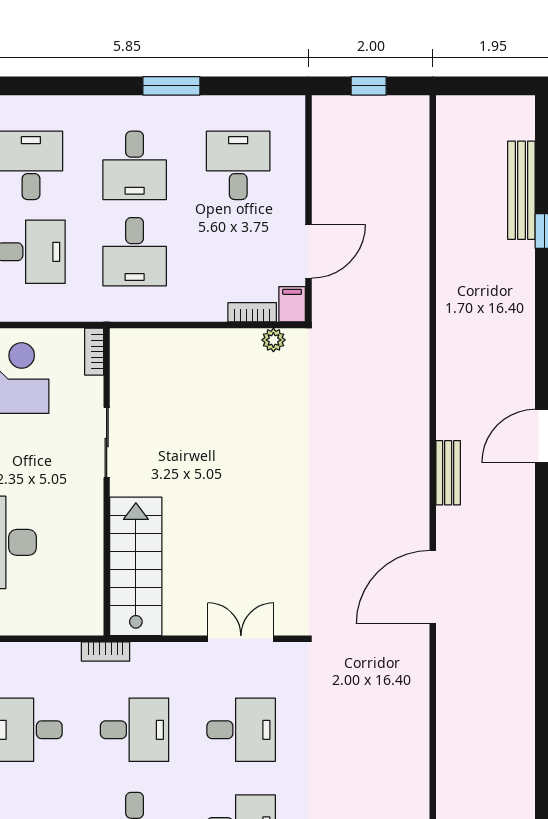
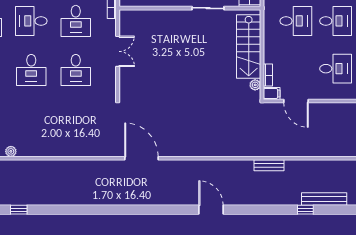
desk: (135, 165) -> (336, 21), turned 180
desk: (135, 252) -> (296, 21), turned 180
bench: (448, 473) -> (269, 165), moved
stairs: (136, 566) -> (249, 46), moved, turned 90
double door: (241, 639) -> (118, 51), moved

